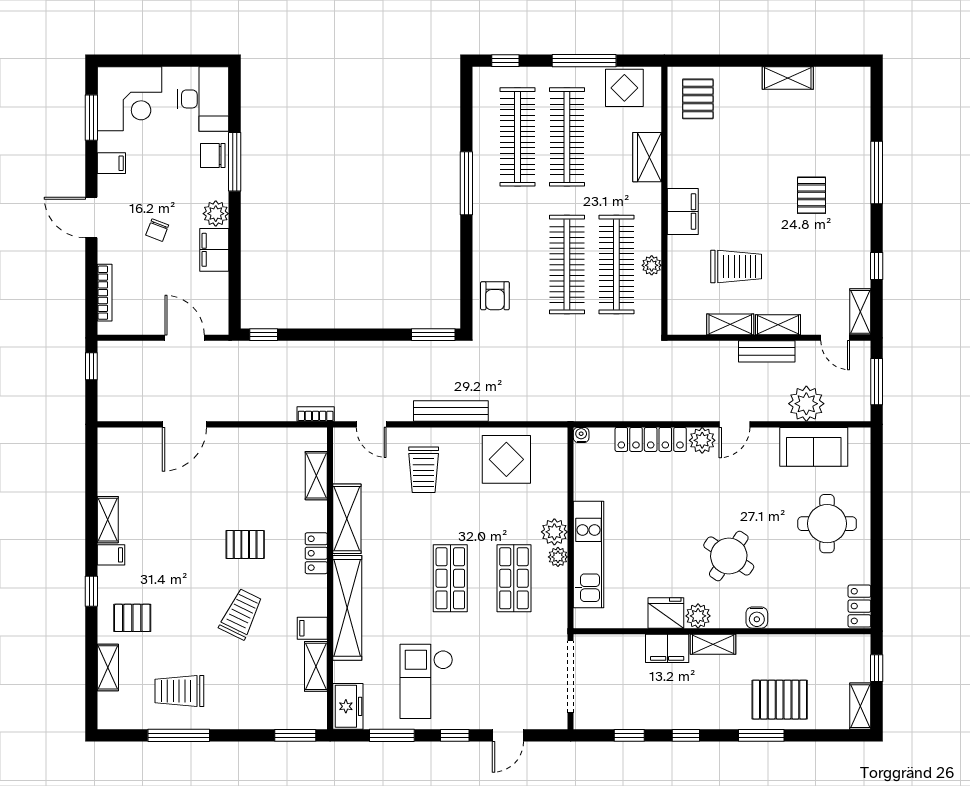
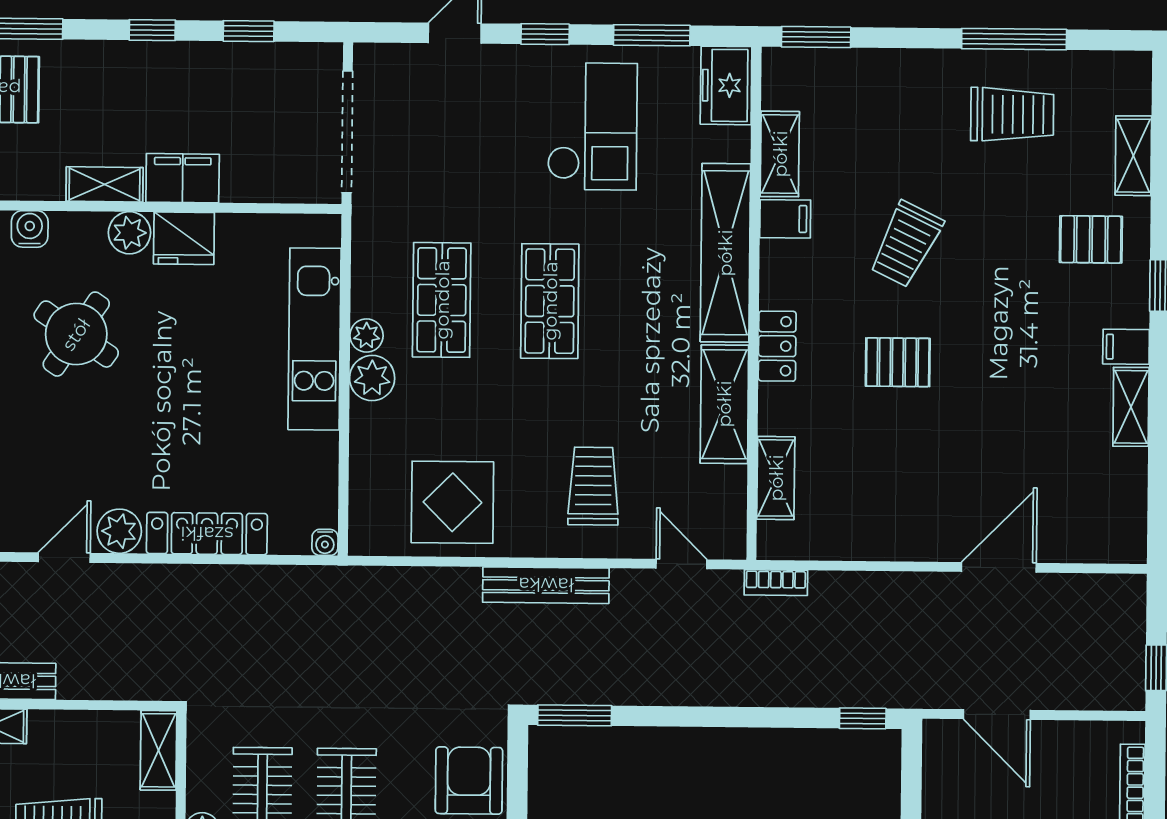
armchair: (495, 296) -> (469, 781), width x1.38, depth x1.38
shelving: (730, 324) -> (159, 750), moved, turned 90

